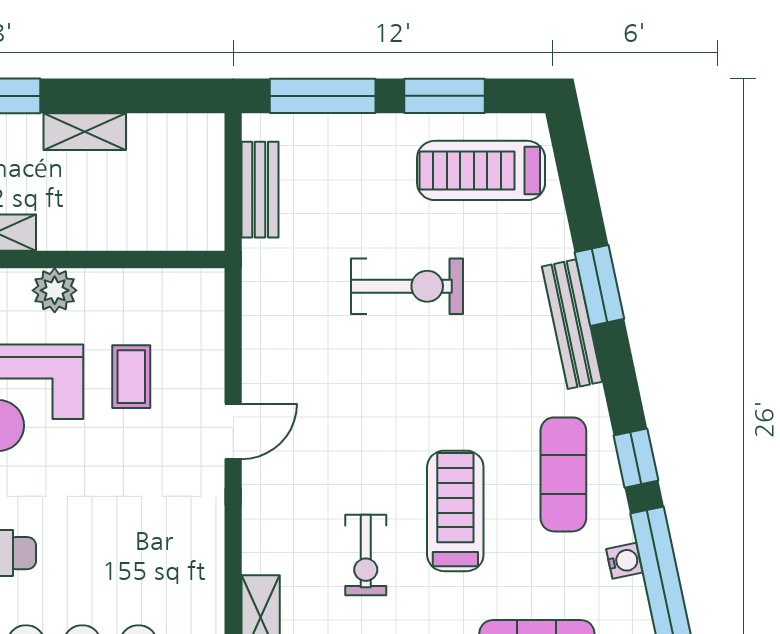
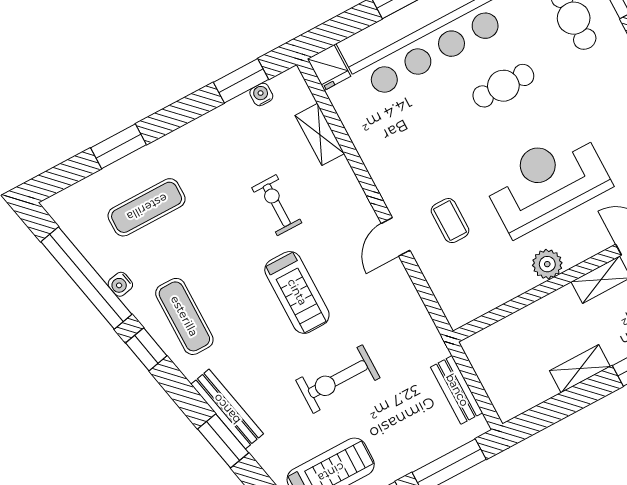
coffee table: (131, 377) -> (450, 221), moved
treadmill: (455, 511) -> (297, 292), moved

